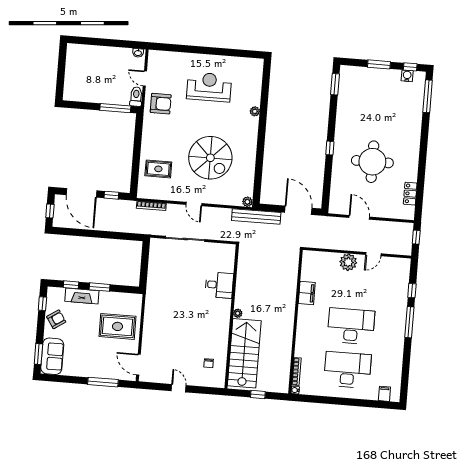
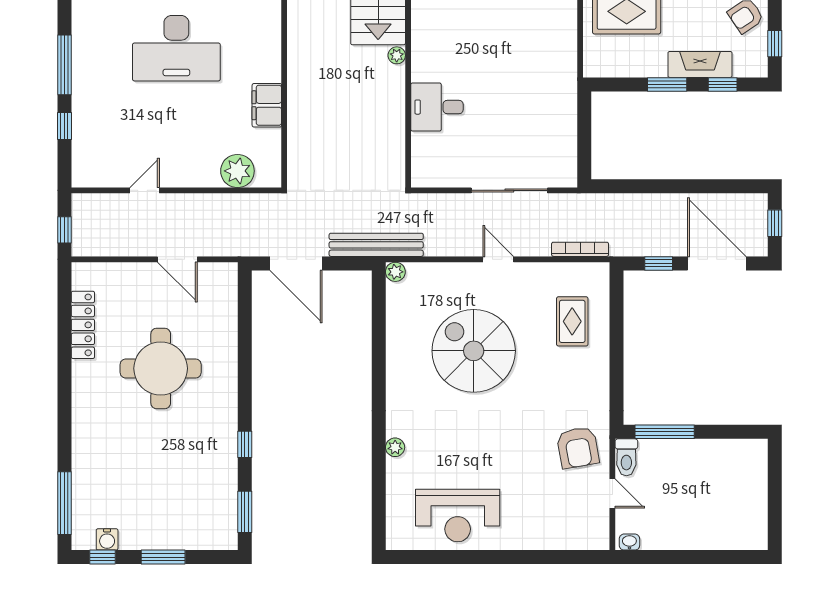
reception desk: (209, 87) -> (458, 515), moved
armchair: (161, 104) -> (578, 448), turned -100
window: (330, 148) -> (245, 444), moved
rug: (158, 169) -> (572, 321), turned 90
locker: (410, 194) -> (83, 325), width x1.53
plant: (348, 262) -> (237, 171), moved

